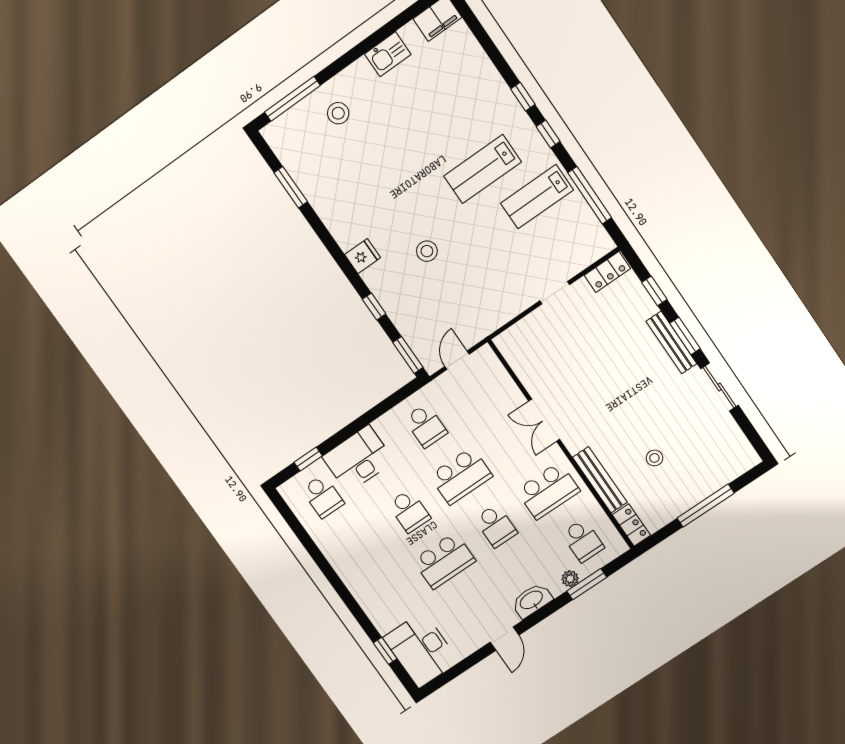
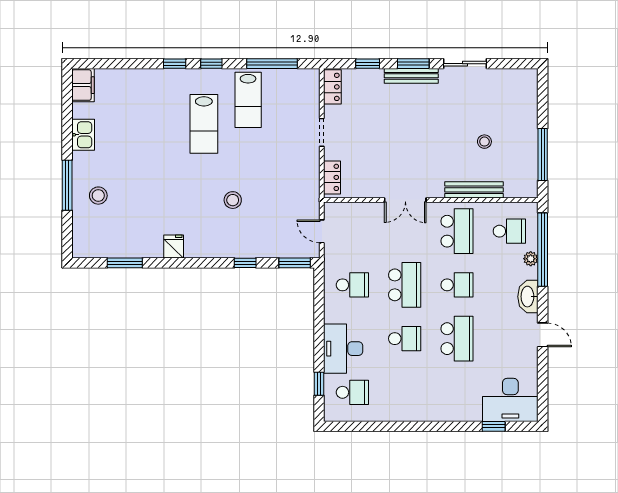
window: (292, 99) -> (67, 185), moved
fridge: (363, 256) -> (174, 247), moved
window: (706, 506) -> (543, 154), moved
locker: (631, 525) -> (332, 177), moved, turned 90
window: (587, 584) -> (543, 250), width x2.11

